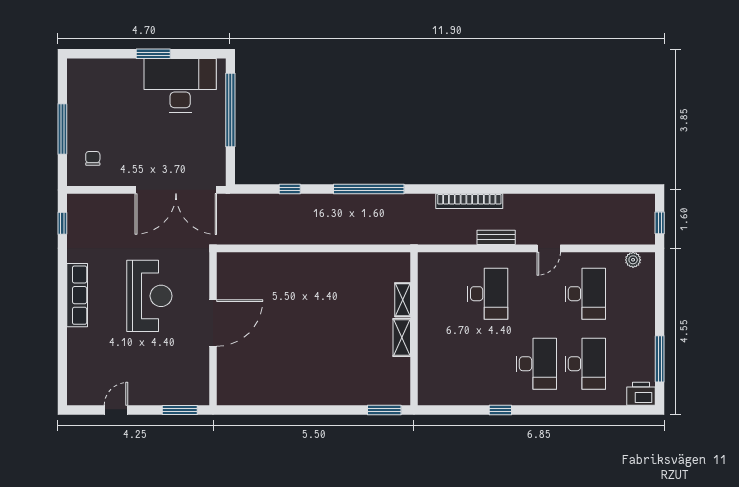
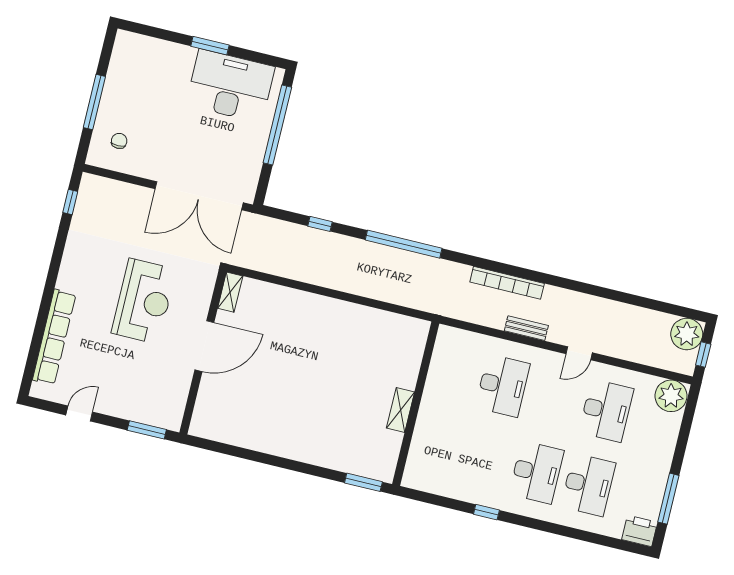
plant: (641, 208) -> (687, 334), added
plant: (633, 260) -> (671, 396), width x1.88, depth x1.88
row of seats: (77, 295) -> (54, 337), moved, width x1.36
shelving: (403, 300) -> (230, 292), moved

